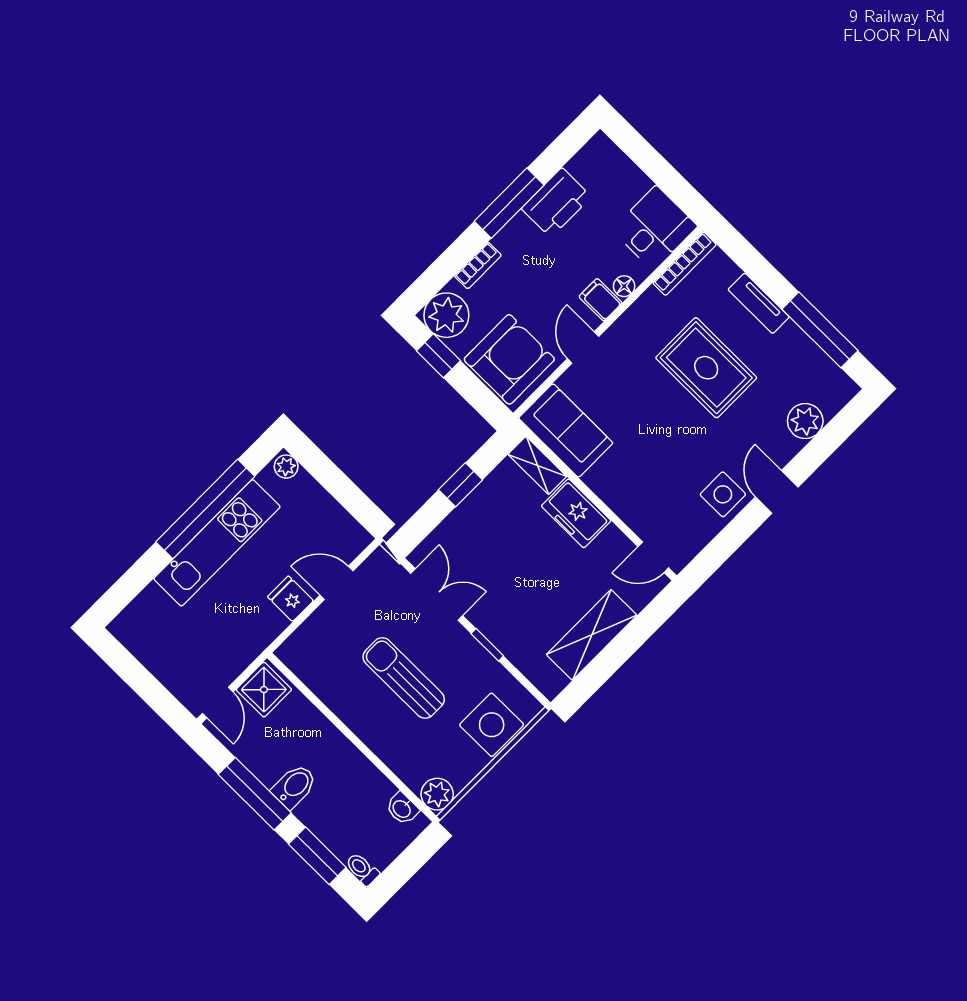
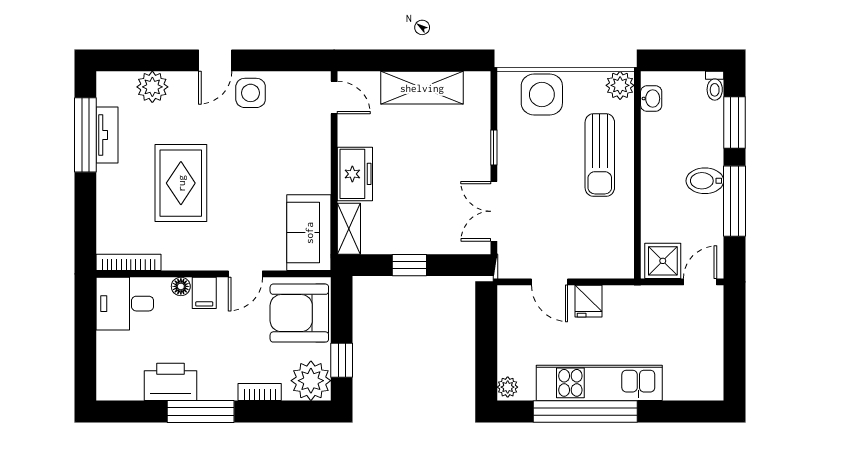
tv unit: (759, 303) -> (107, 135), moved
sun lounger: (404, 678) -> (600, 155), moved

